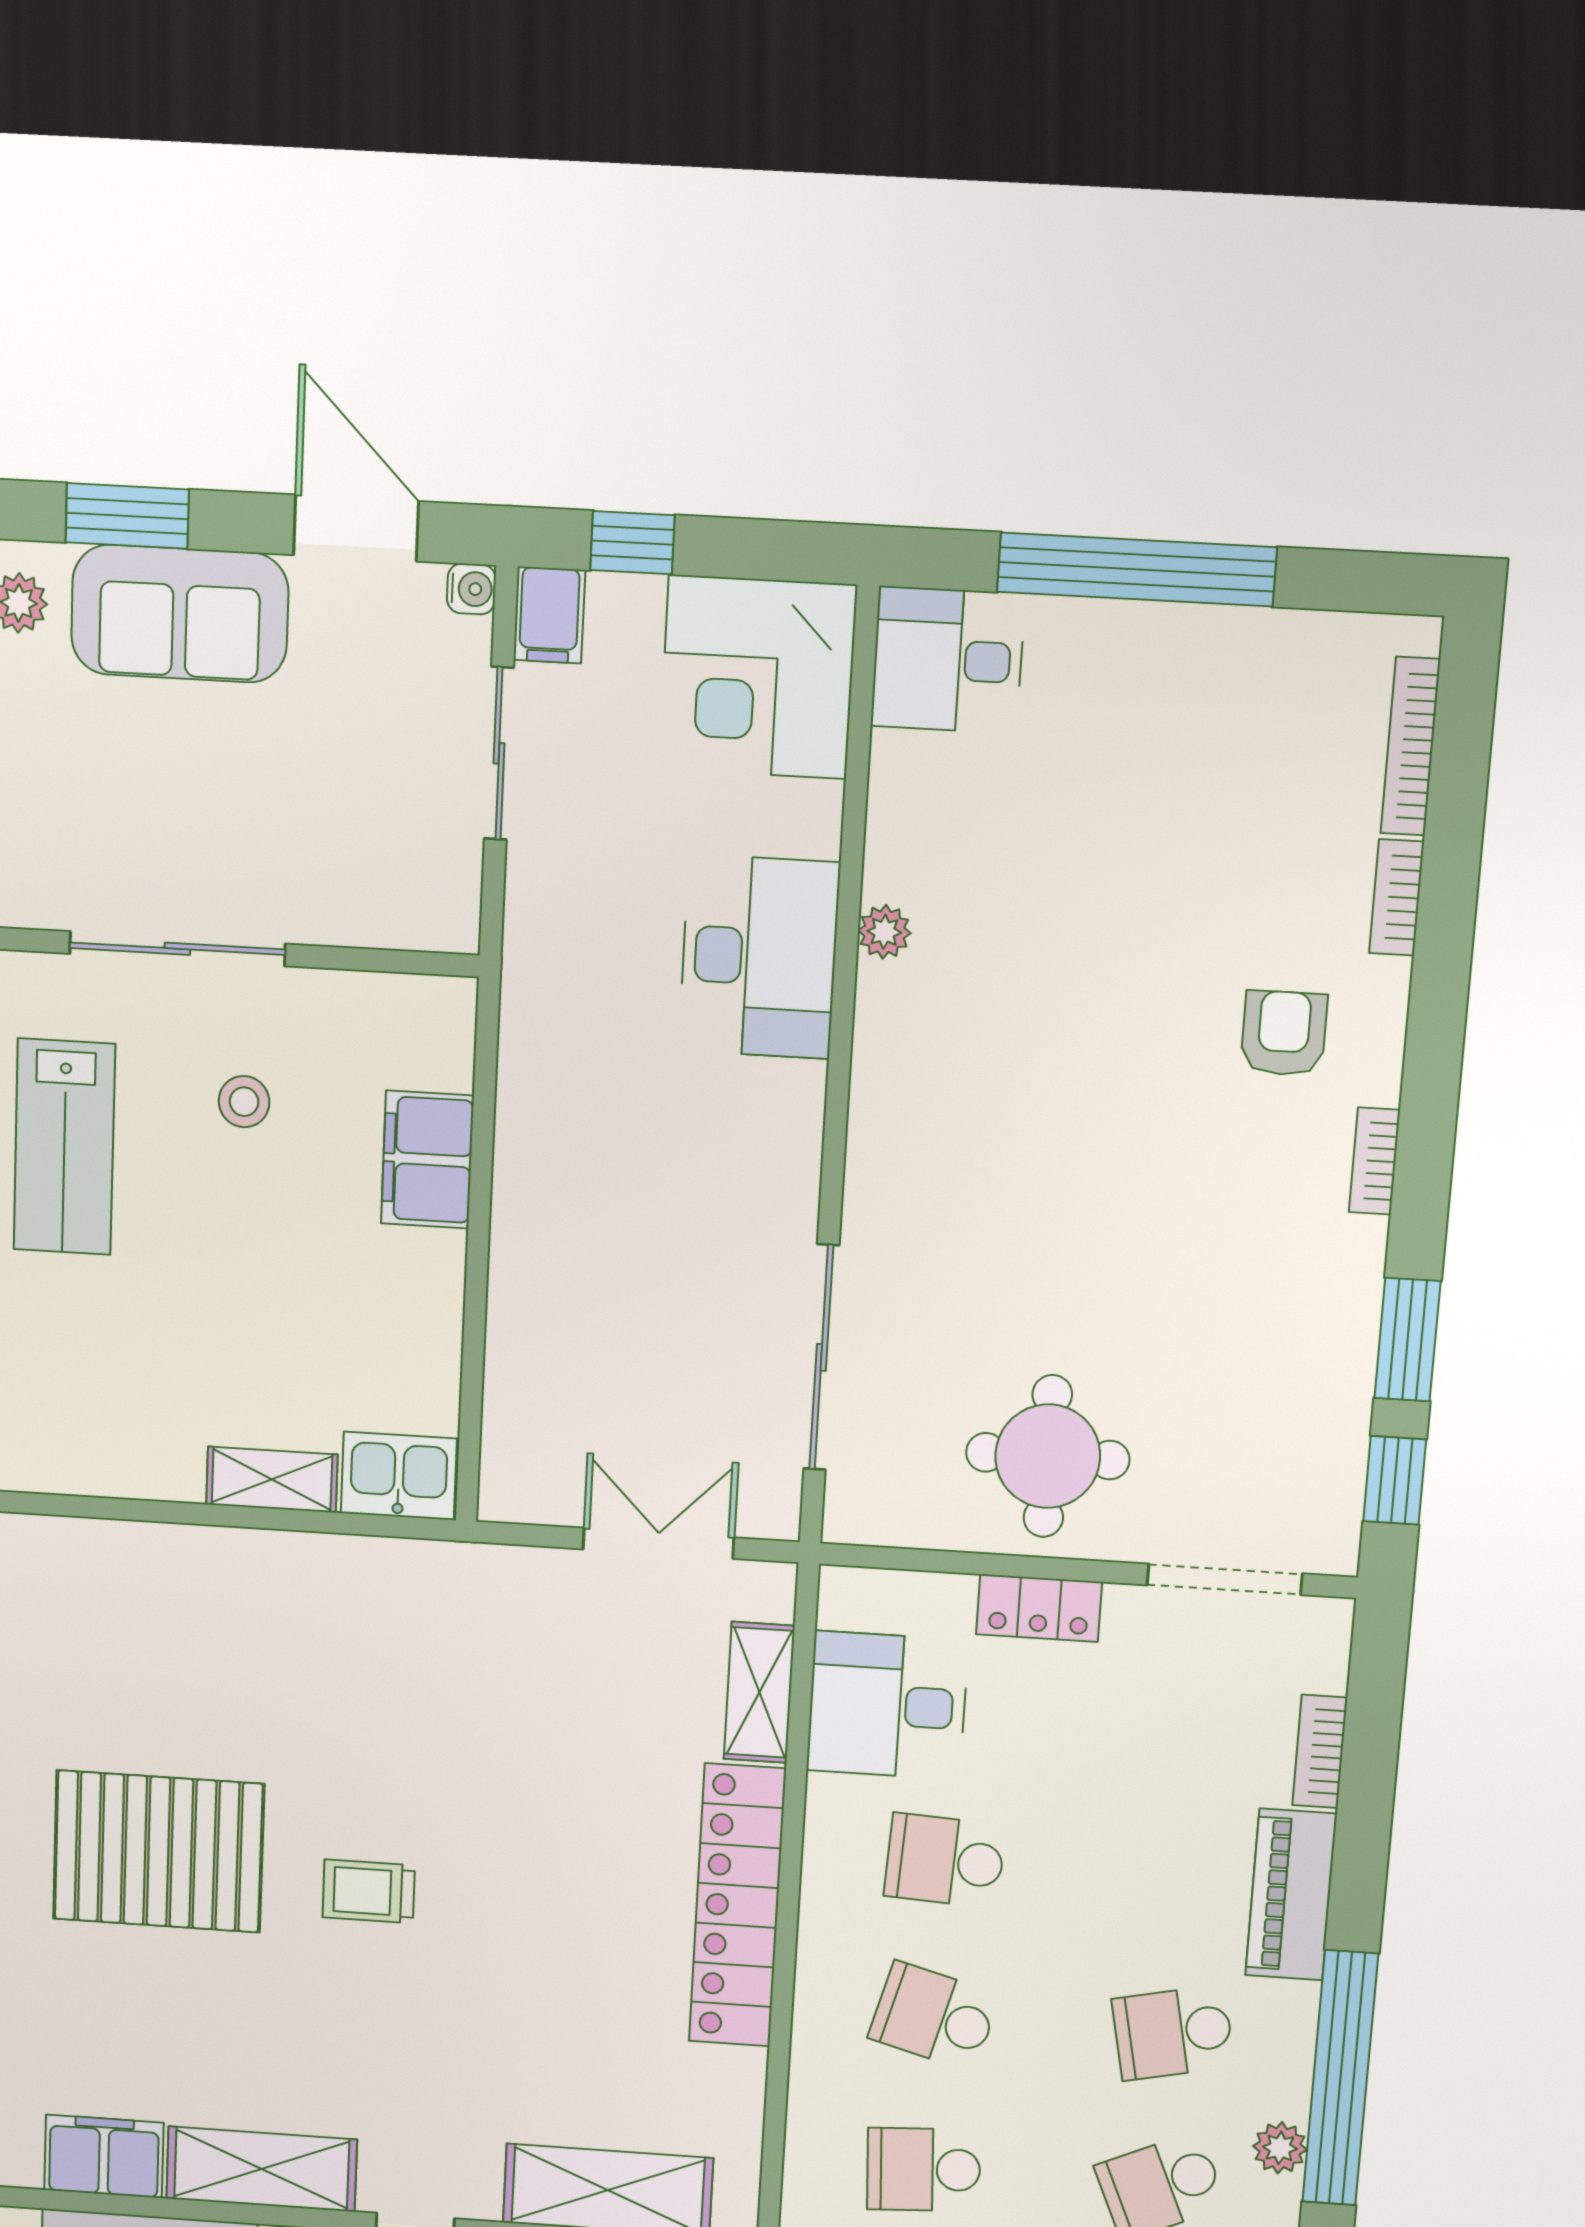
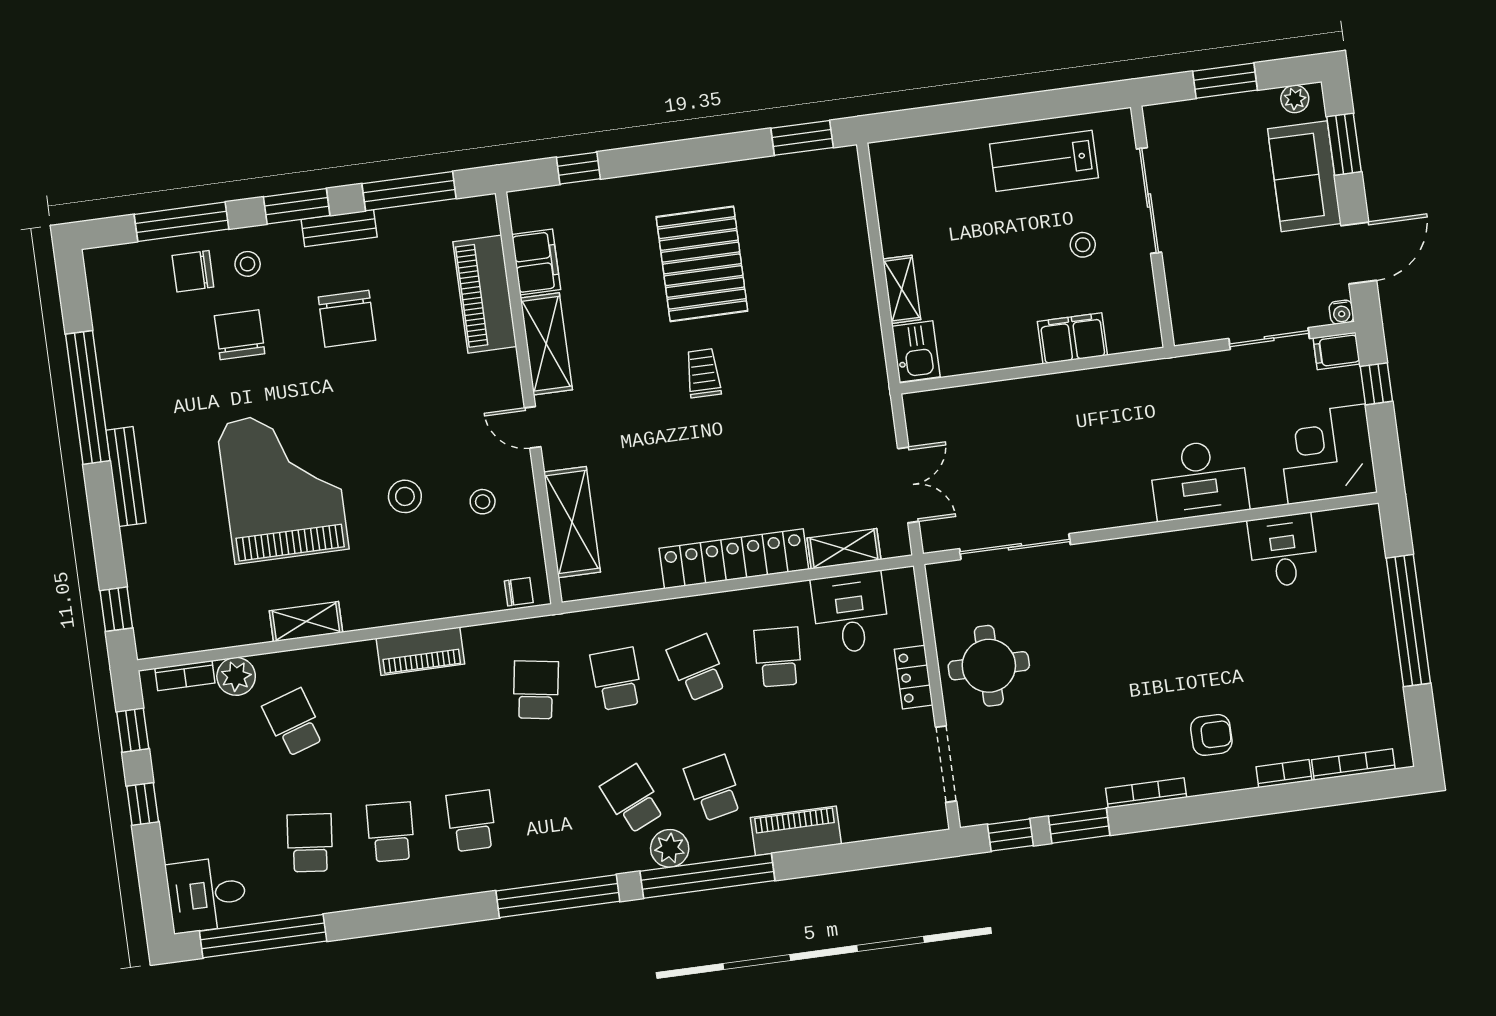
desk: (948, 660) -> (1283, 551), moved
plant: (884, 932) -> (1222, 537), removed
bookcase: (1374, 1161) -> (1146, 793), width x1.56
bookcase: (1320, 1751) -> (870, 829), removed
school desk: (934, 2016) -> (697, 668), turned -30
plant: (1280, 2148) -> (670, 848), width x1.38, depth x1.38

